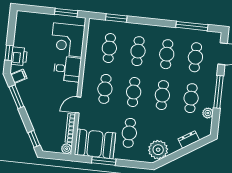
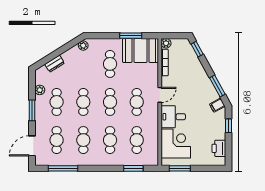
printer: (19, 56) -> (219, 148), moved
window: (219, 92) -> (32, 110), width x0.69
door: (78, 105) -> (160, 95), moved
plant: (158, 150) -> (83, 46), width x0.53, depth x0.53

